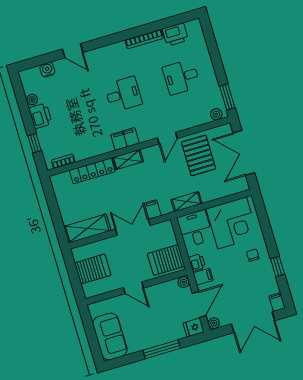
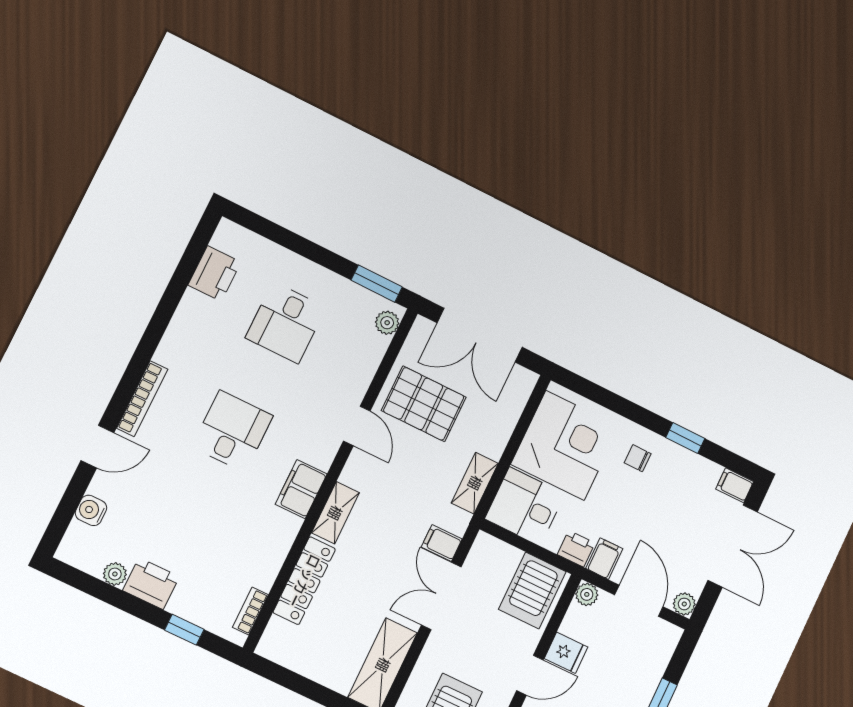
bookcase: (144, 39) -> (142, 399), moved
fridge: (194, 327) -> (566, 653), moved, turned -90

